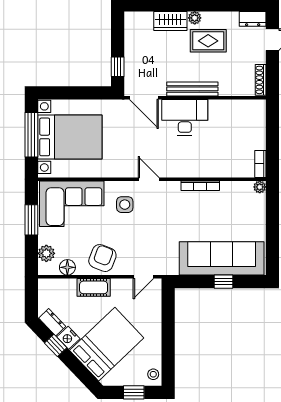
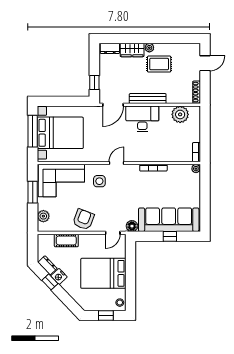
dresser: (253, 19) -> (110, 48), moved
door: (144, 98) -> (113, 105), hinge flipped
plant: (238, 111) -> (180, 114), added
door: (149, 179) -> (117, 163), hinge flipped
floor lamp: (67, 267) -> (132, 226), moved
cot: (94, 287) -> (66, 240), moved
bed: (107, 344) -> (103, 273), moved, turned -136

